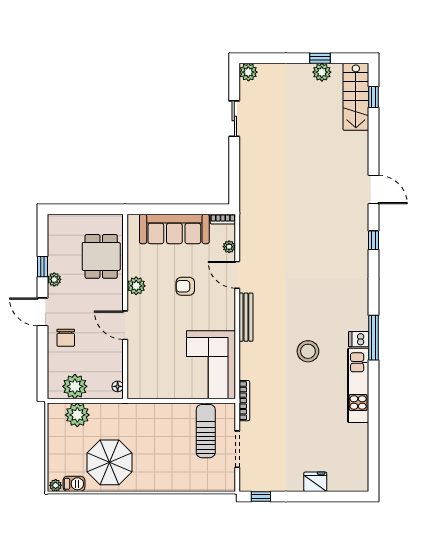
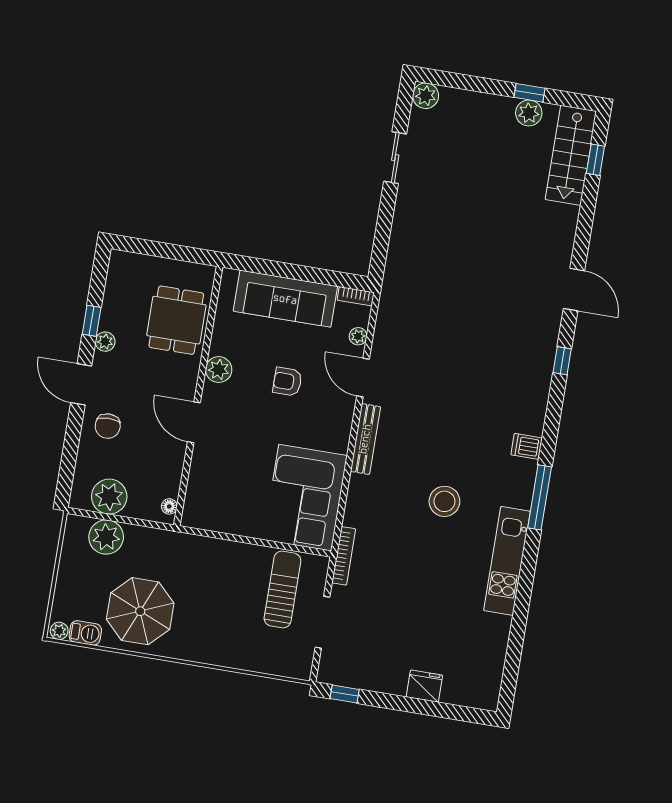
dishwasher: (359, 339) -> (527, 446), moved

